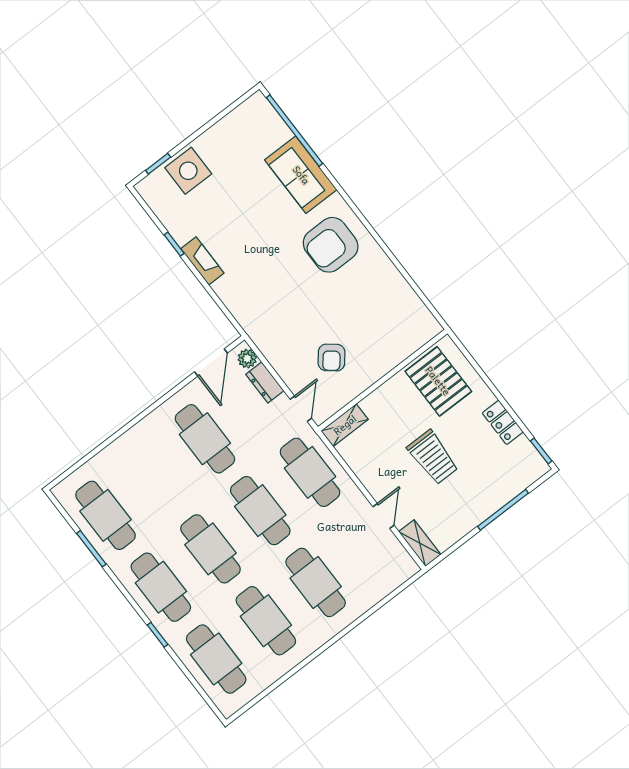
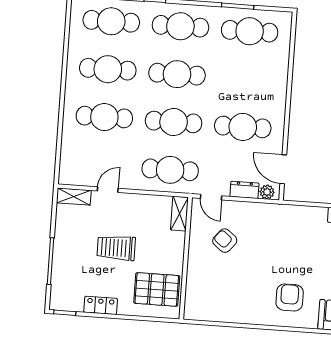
armchair: (331, 245) -> (290, 297), width x0.73, depth x0.73
door: (383, 516) -> (108, 190), swing flipped

